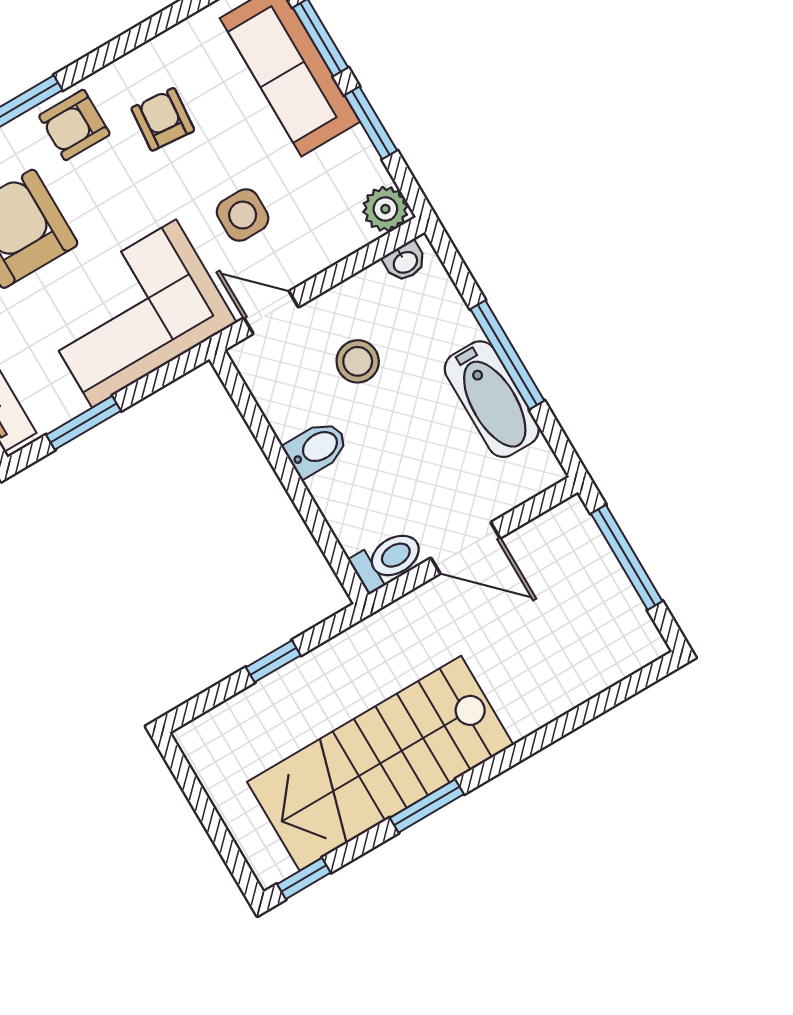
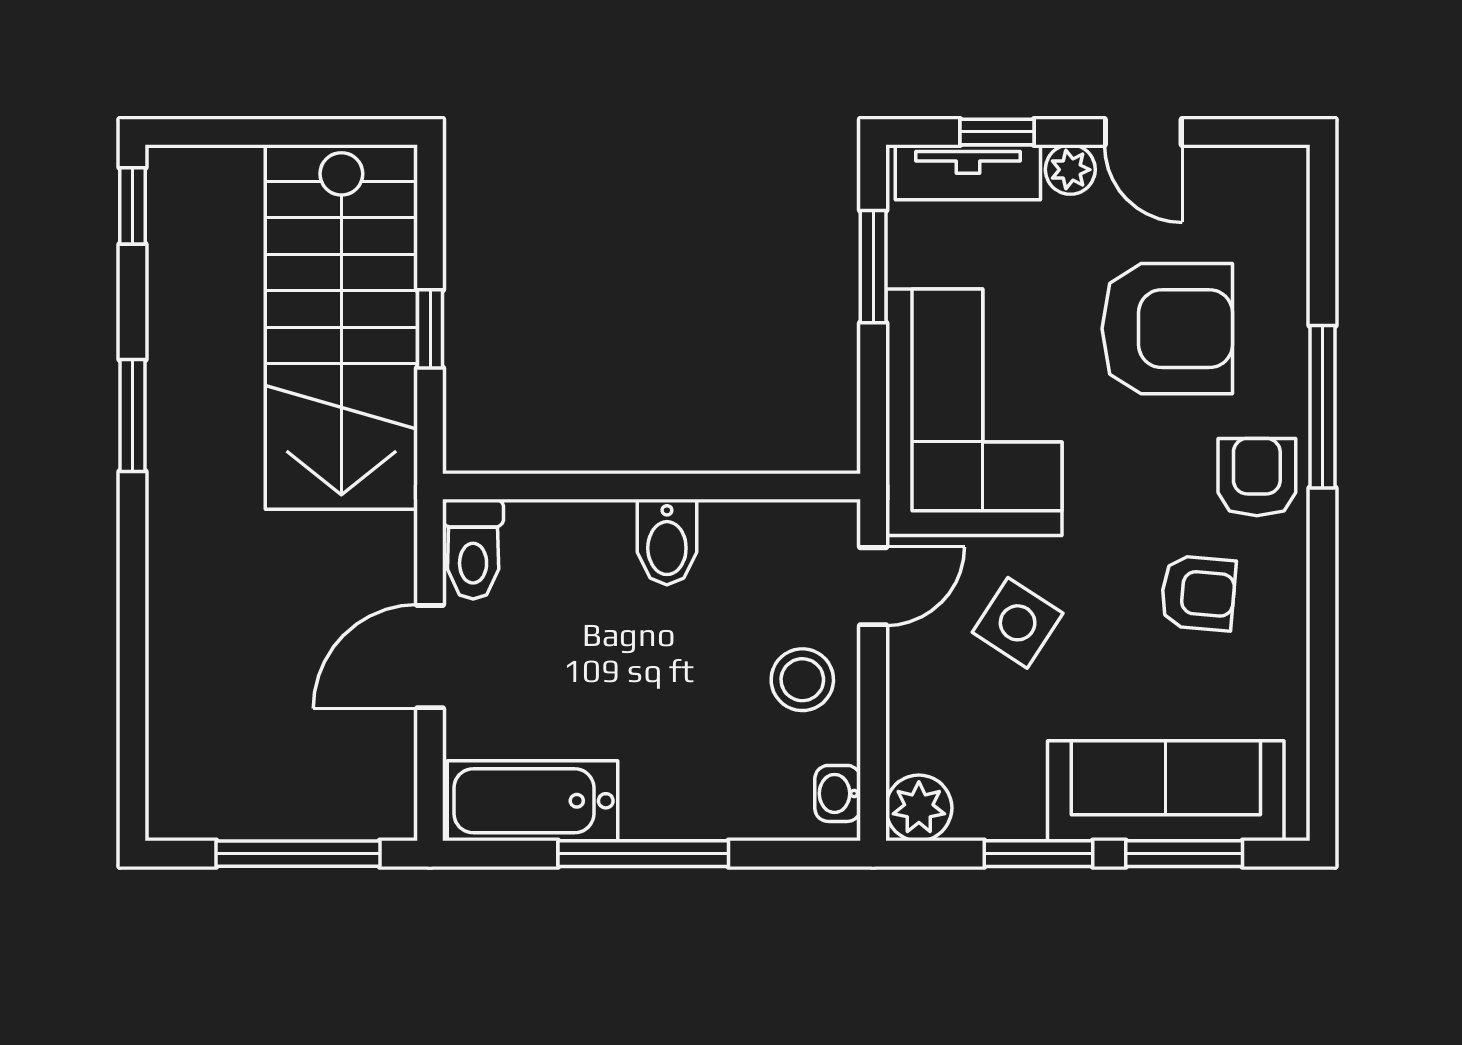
side table: (243, 215) -> (1018, 623), turned 33
stool: (358, 361) -> (802, 680), moved
bathtub: (492, 399) -> (532, 801), moved
stairs: (380, 763) -> (341, 327), moved, turned 180

